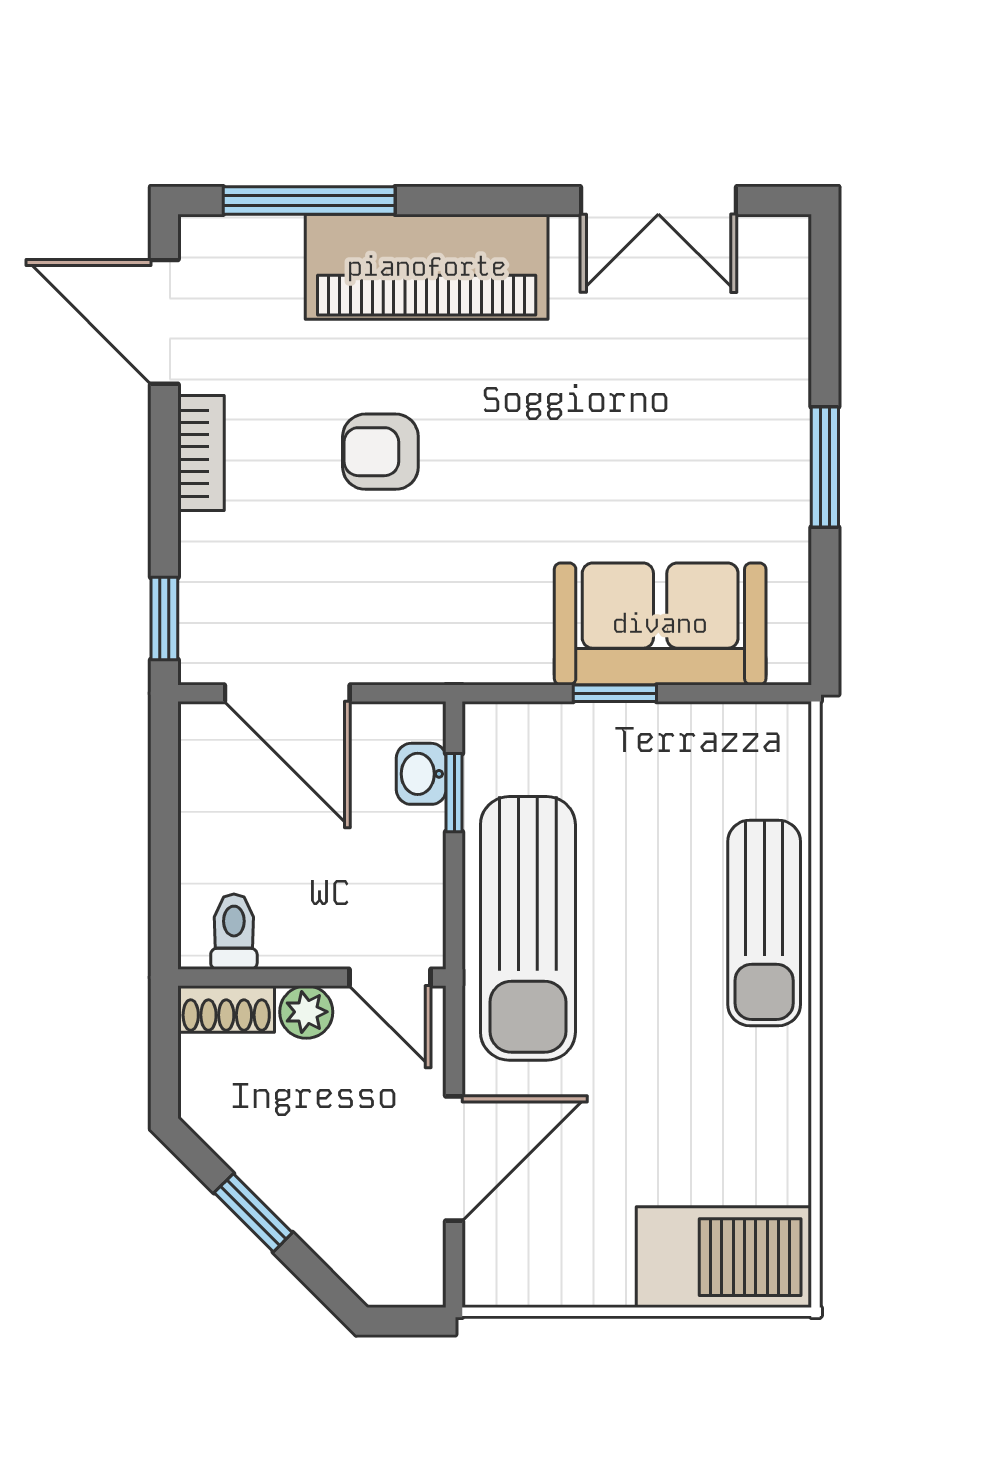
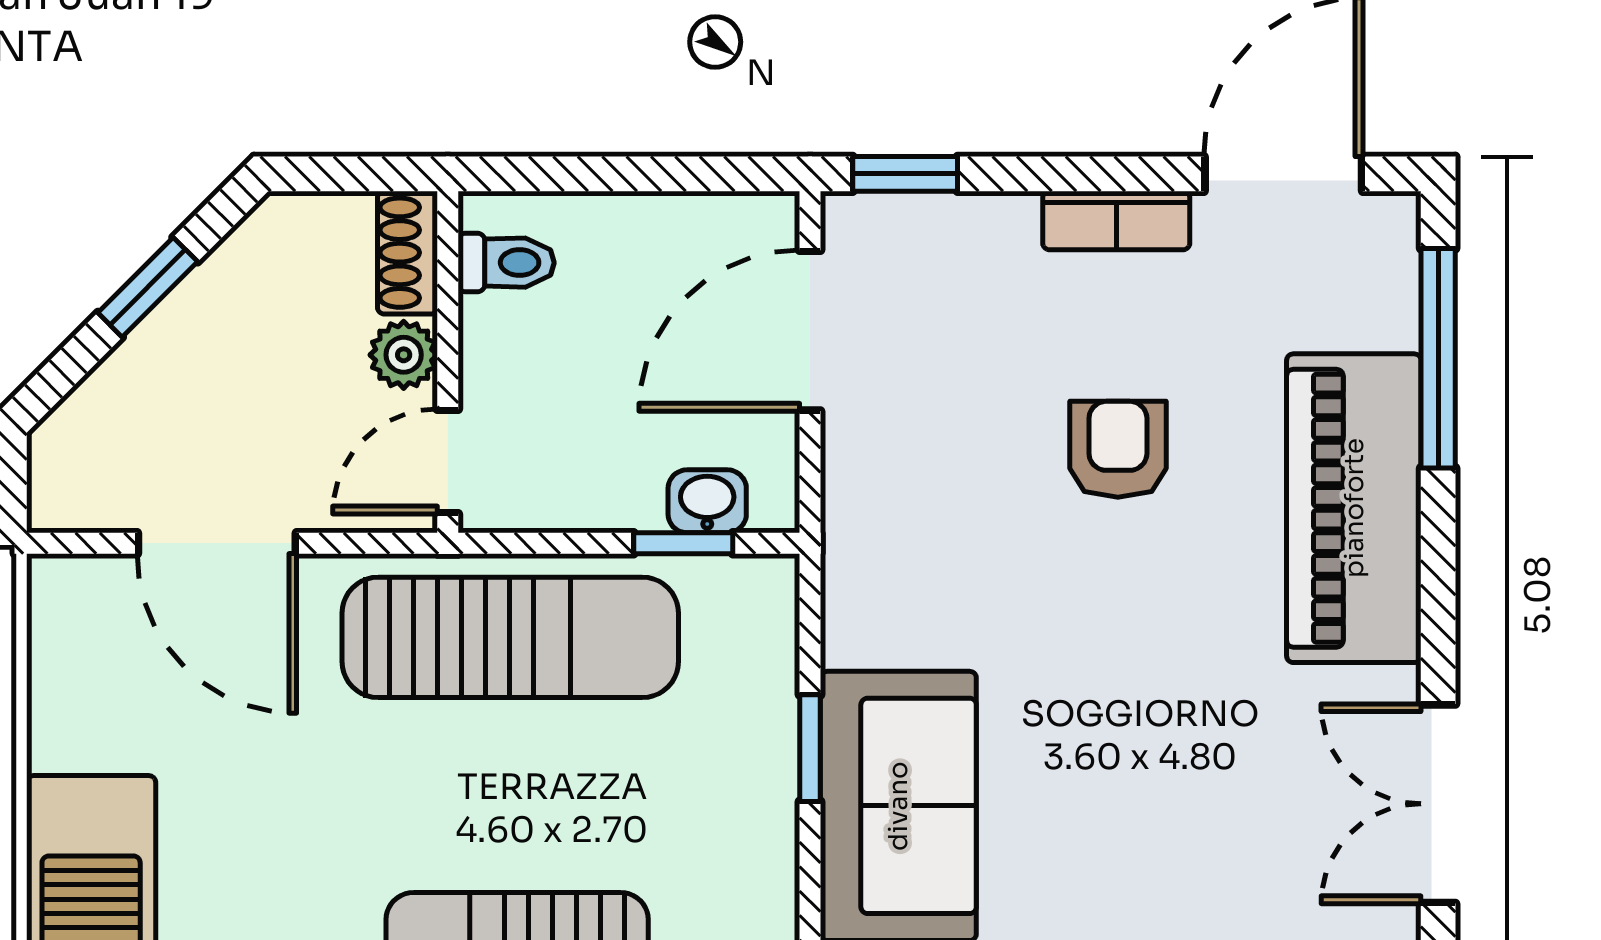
sun lounger: (528, 928) -> (510, 637), turned 180

